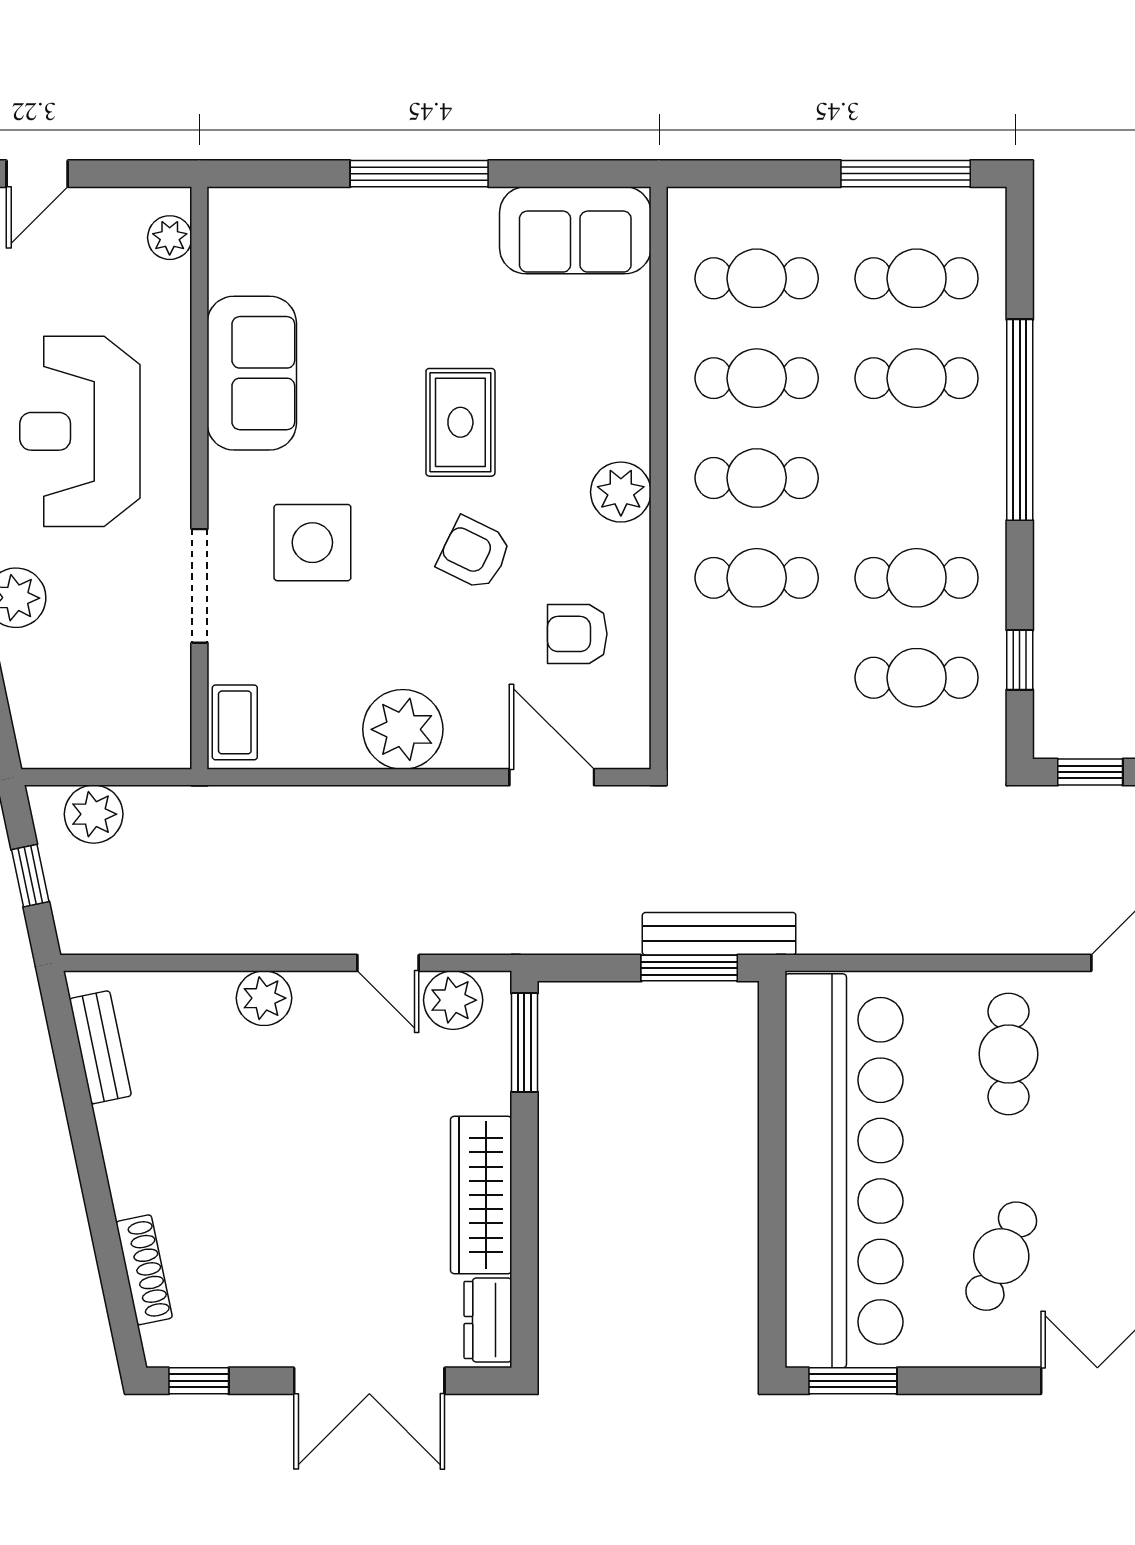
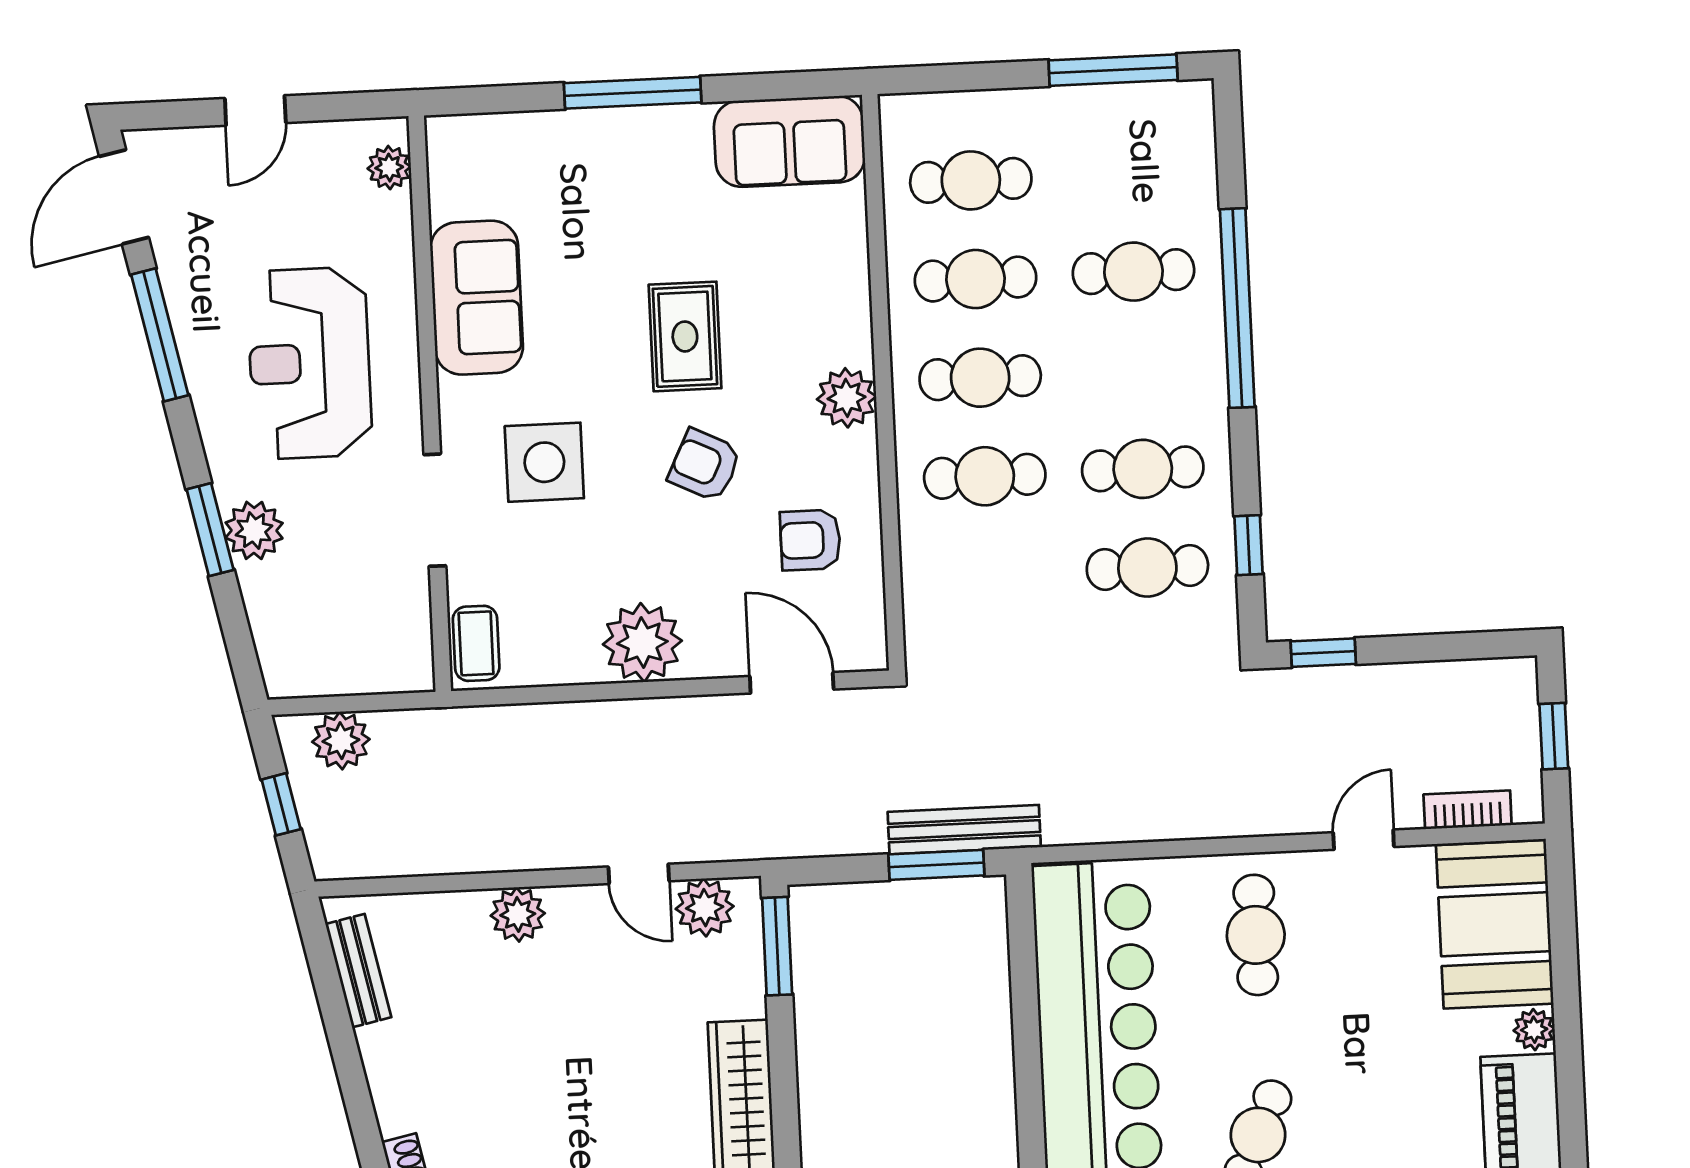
cafe table: (917, 278) -> (1129, 173), removed

